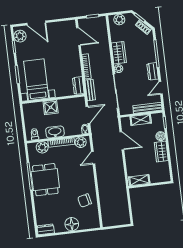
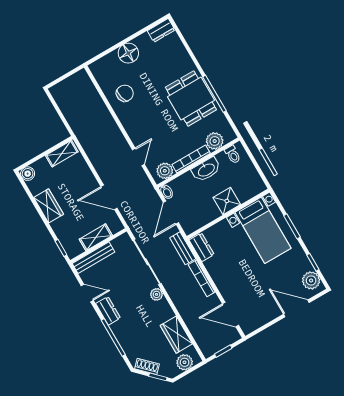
wardrobe: (119, 53) -> (176, 335), moved
door: (161, 88) -> (87, 293), hinge flipped
boiler: (161, 136) -> (28, 174), moved

